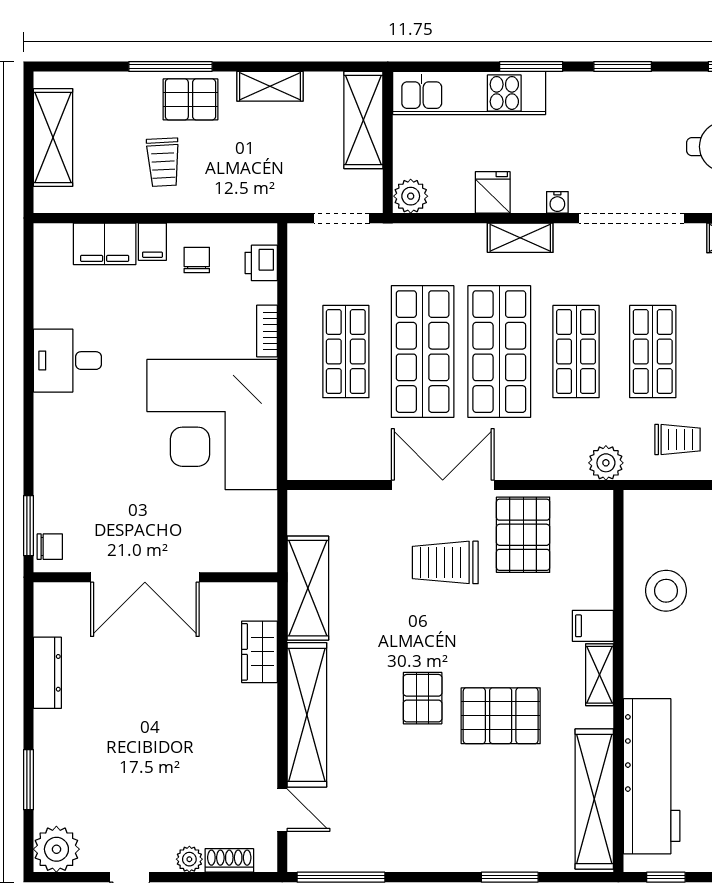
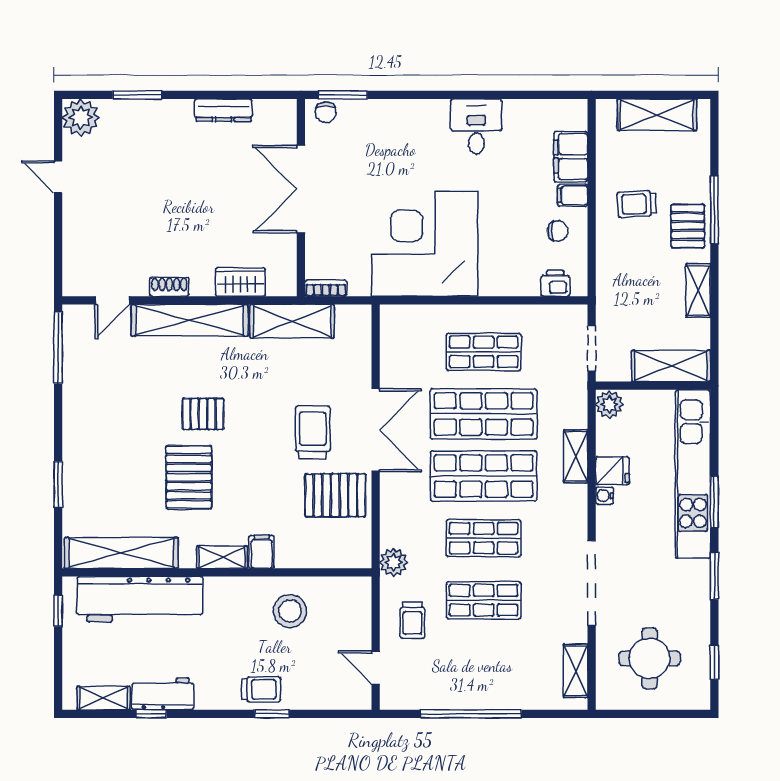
kitchen unit: (469, 93) -> (693, 474), width x1.36
water cooler: (557, 202) -> (604, 496), moved
shelving: (520, 238) -> (576, 456), moved
bookcase: (267, 331) -> (326, 288), moved
plant: (189, 859) -> (73, 225), removed
shoe rack: (229, 860) -> (169, 287), moved, turned -90

